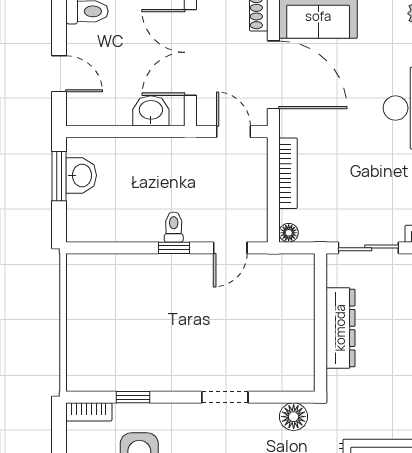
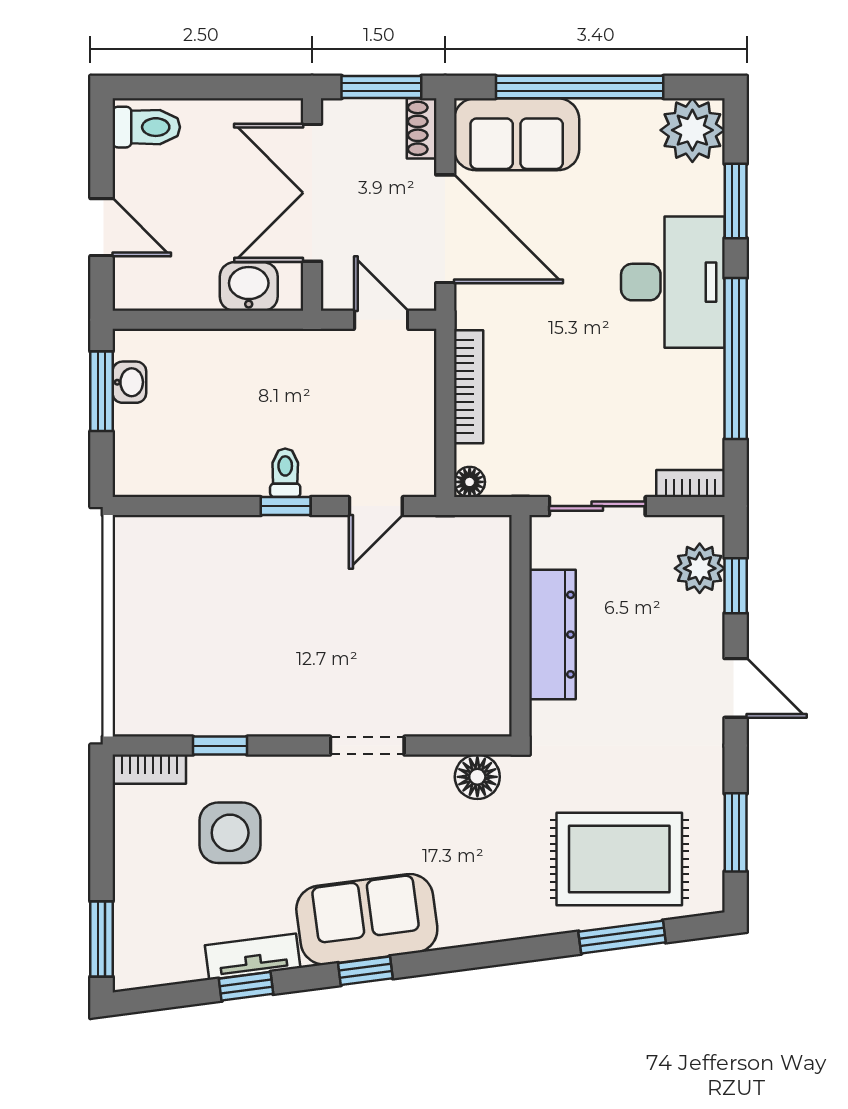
washbasin: (81, 175) -> (129, 382), width x0.72, depth x0.69

